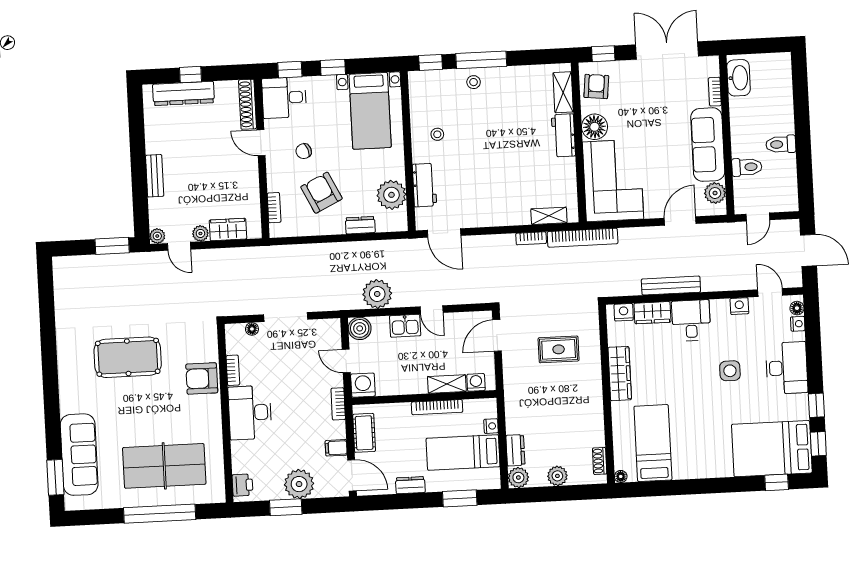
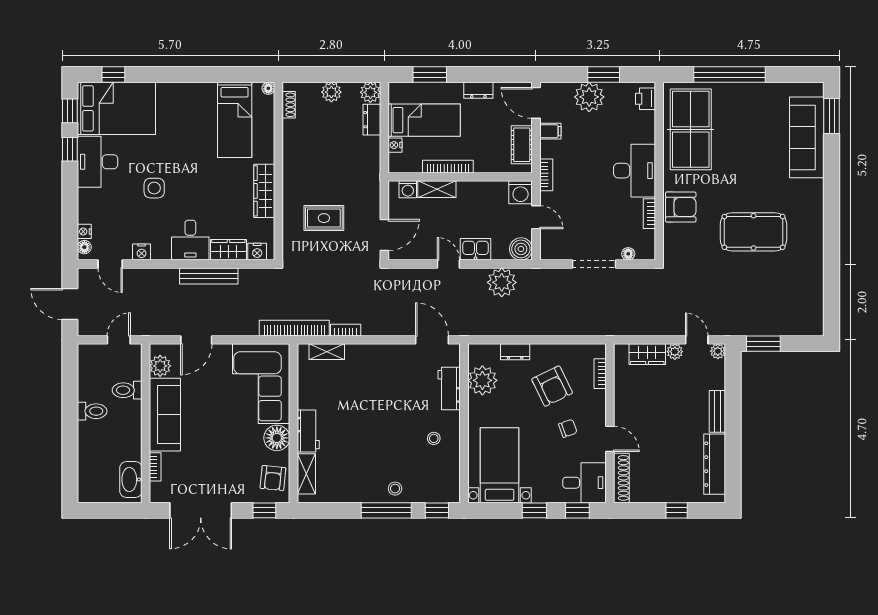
dresser: (184, 93) -> (715, 464), moved, turned -90
desk: (787, 368) -> (98, 162), moved
table tennis table: (164, 466) -> (691, 129), moved, turned 90

